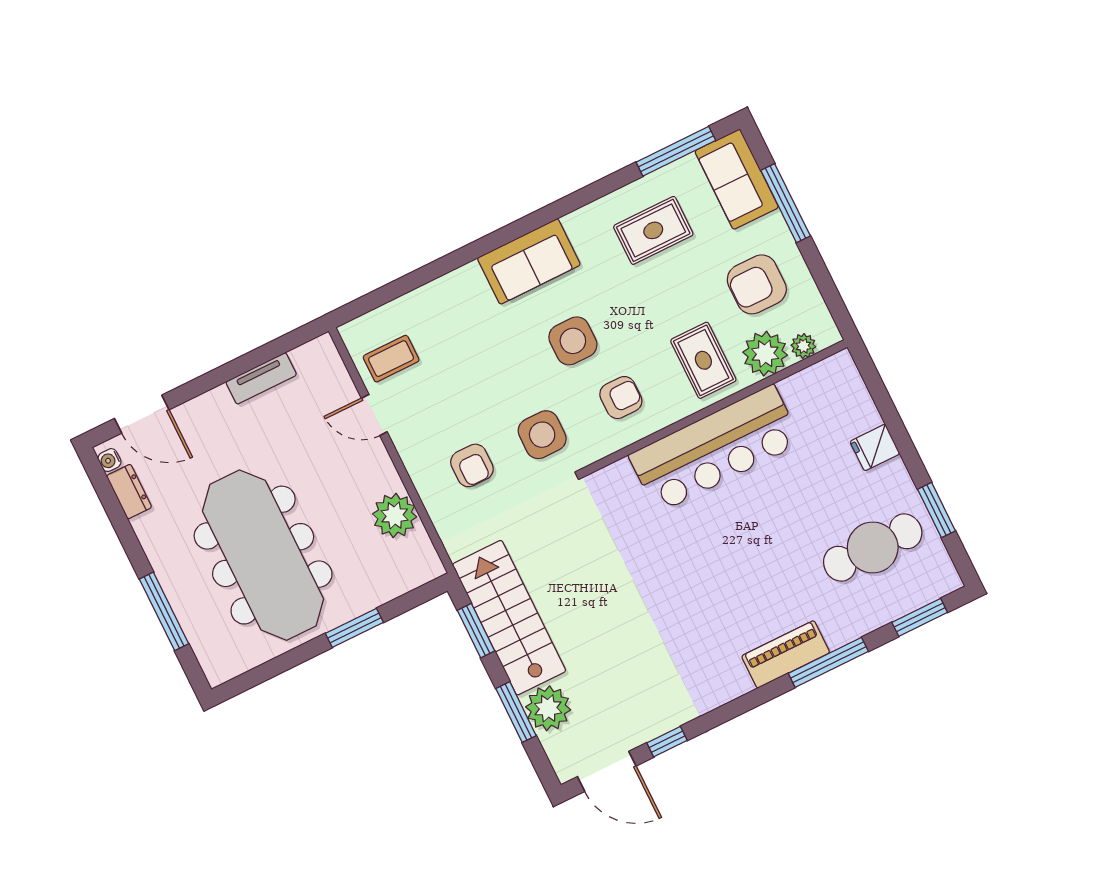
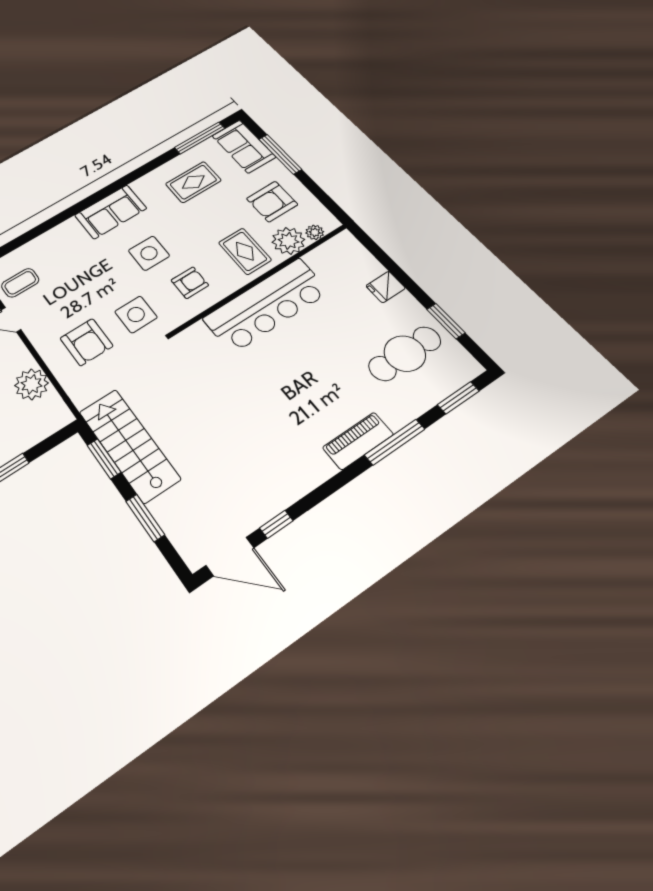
armchair: (472, 465) -> (87, 342), width x1.38, depth x1.38
plant: (548, 708) -> (171, 511), removed

